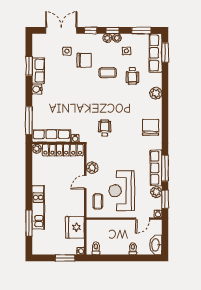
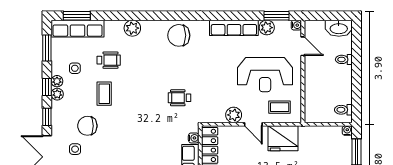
chair: (84, 60) -> (87, 126), turned -90
window: (165, 168) -> (234, 16), removed
fridge: (75, 227) -> (283, 138), moved

